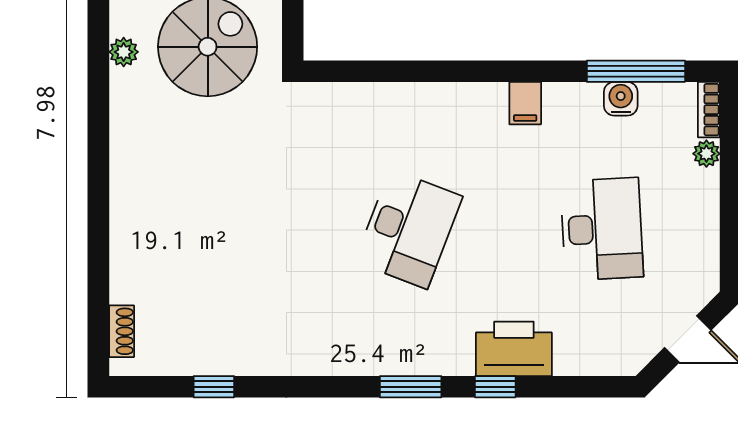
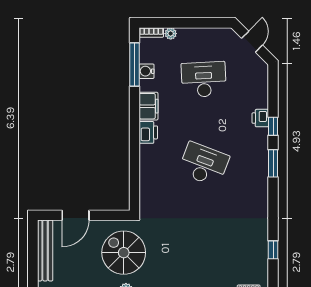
printer: (481, 103) -> (148, 132), added
filing cabinet: (525, 103) -> (148, 106), width x2.00
printer: (514, 349) -> (260, 118), width x0.53, depth x0.68

